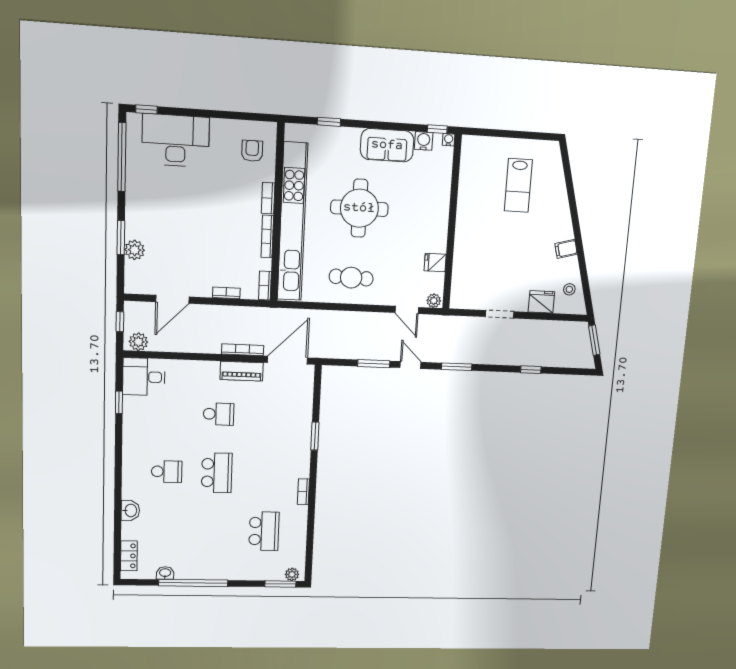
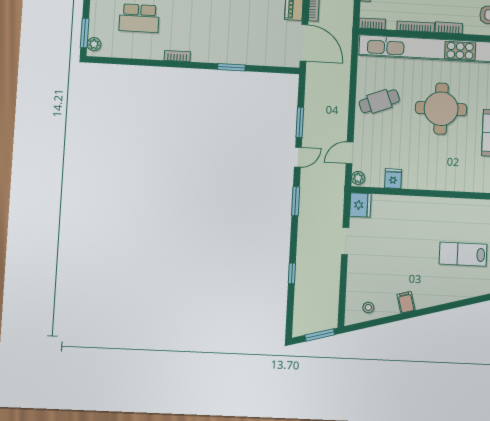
cafe table: (351, 278) -> (379, 101), turned 67
fridge: (541, 302) -> (360, 205), moved

